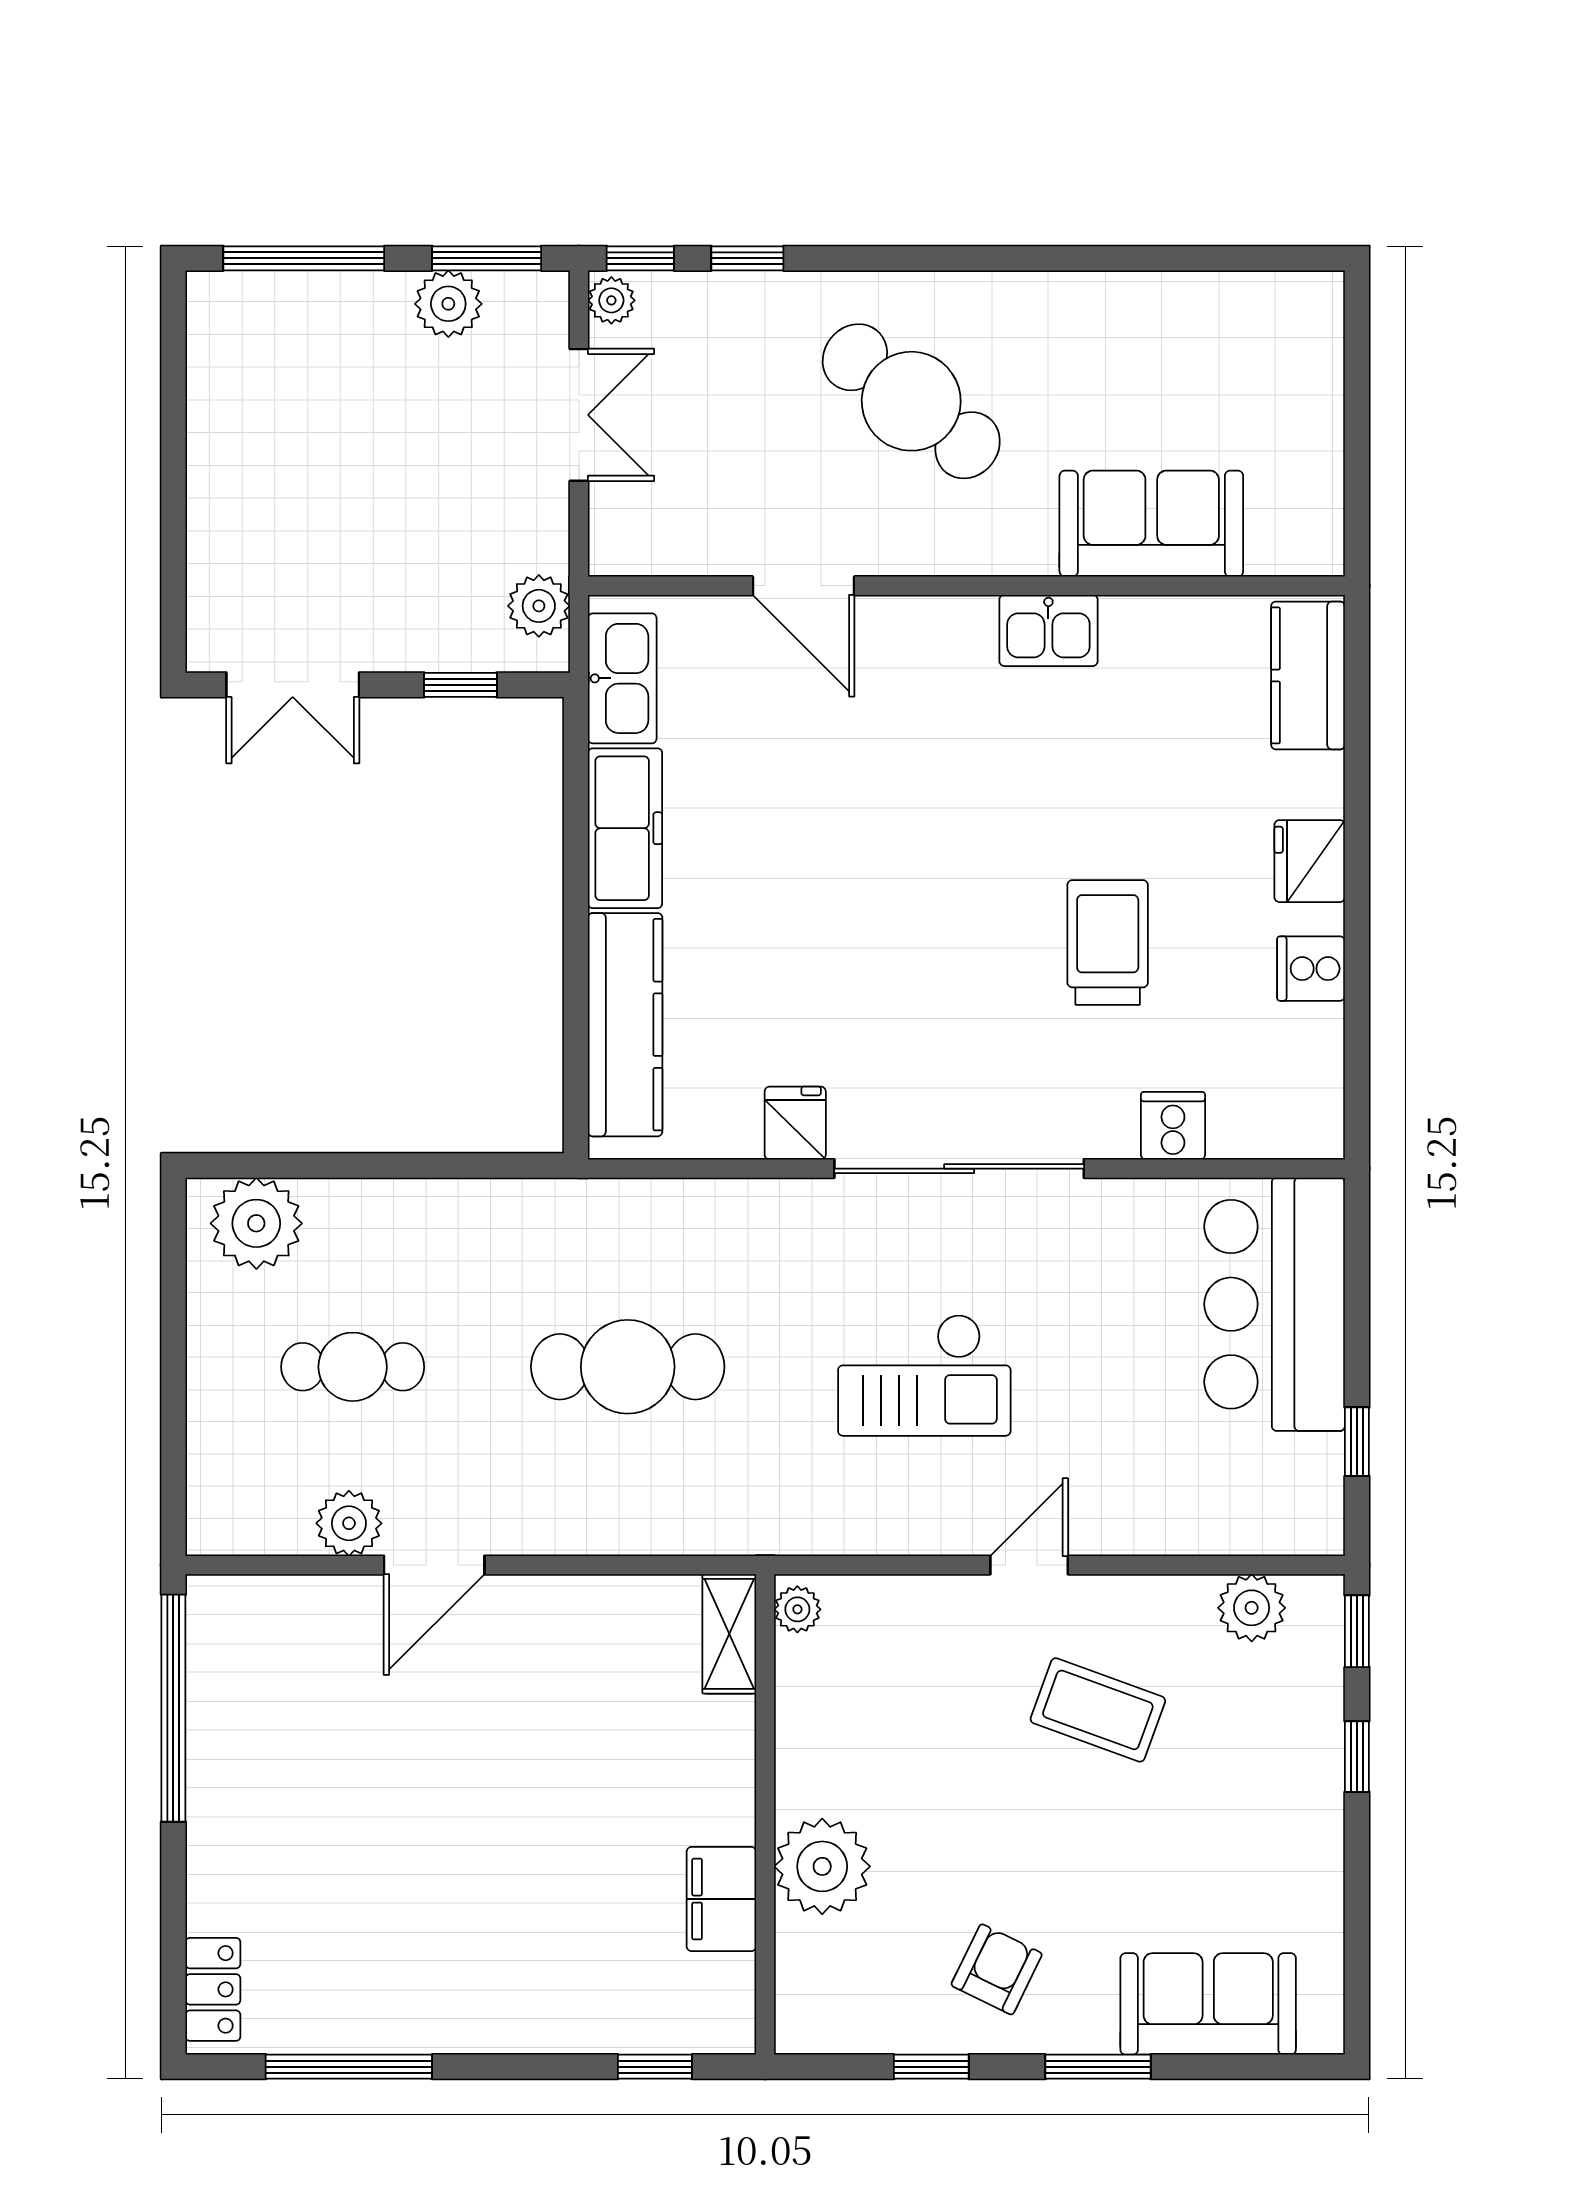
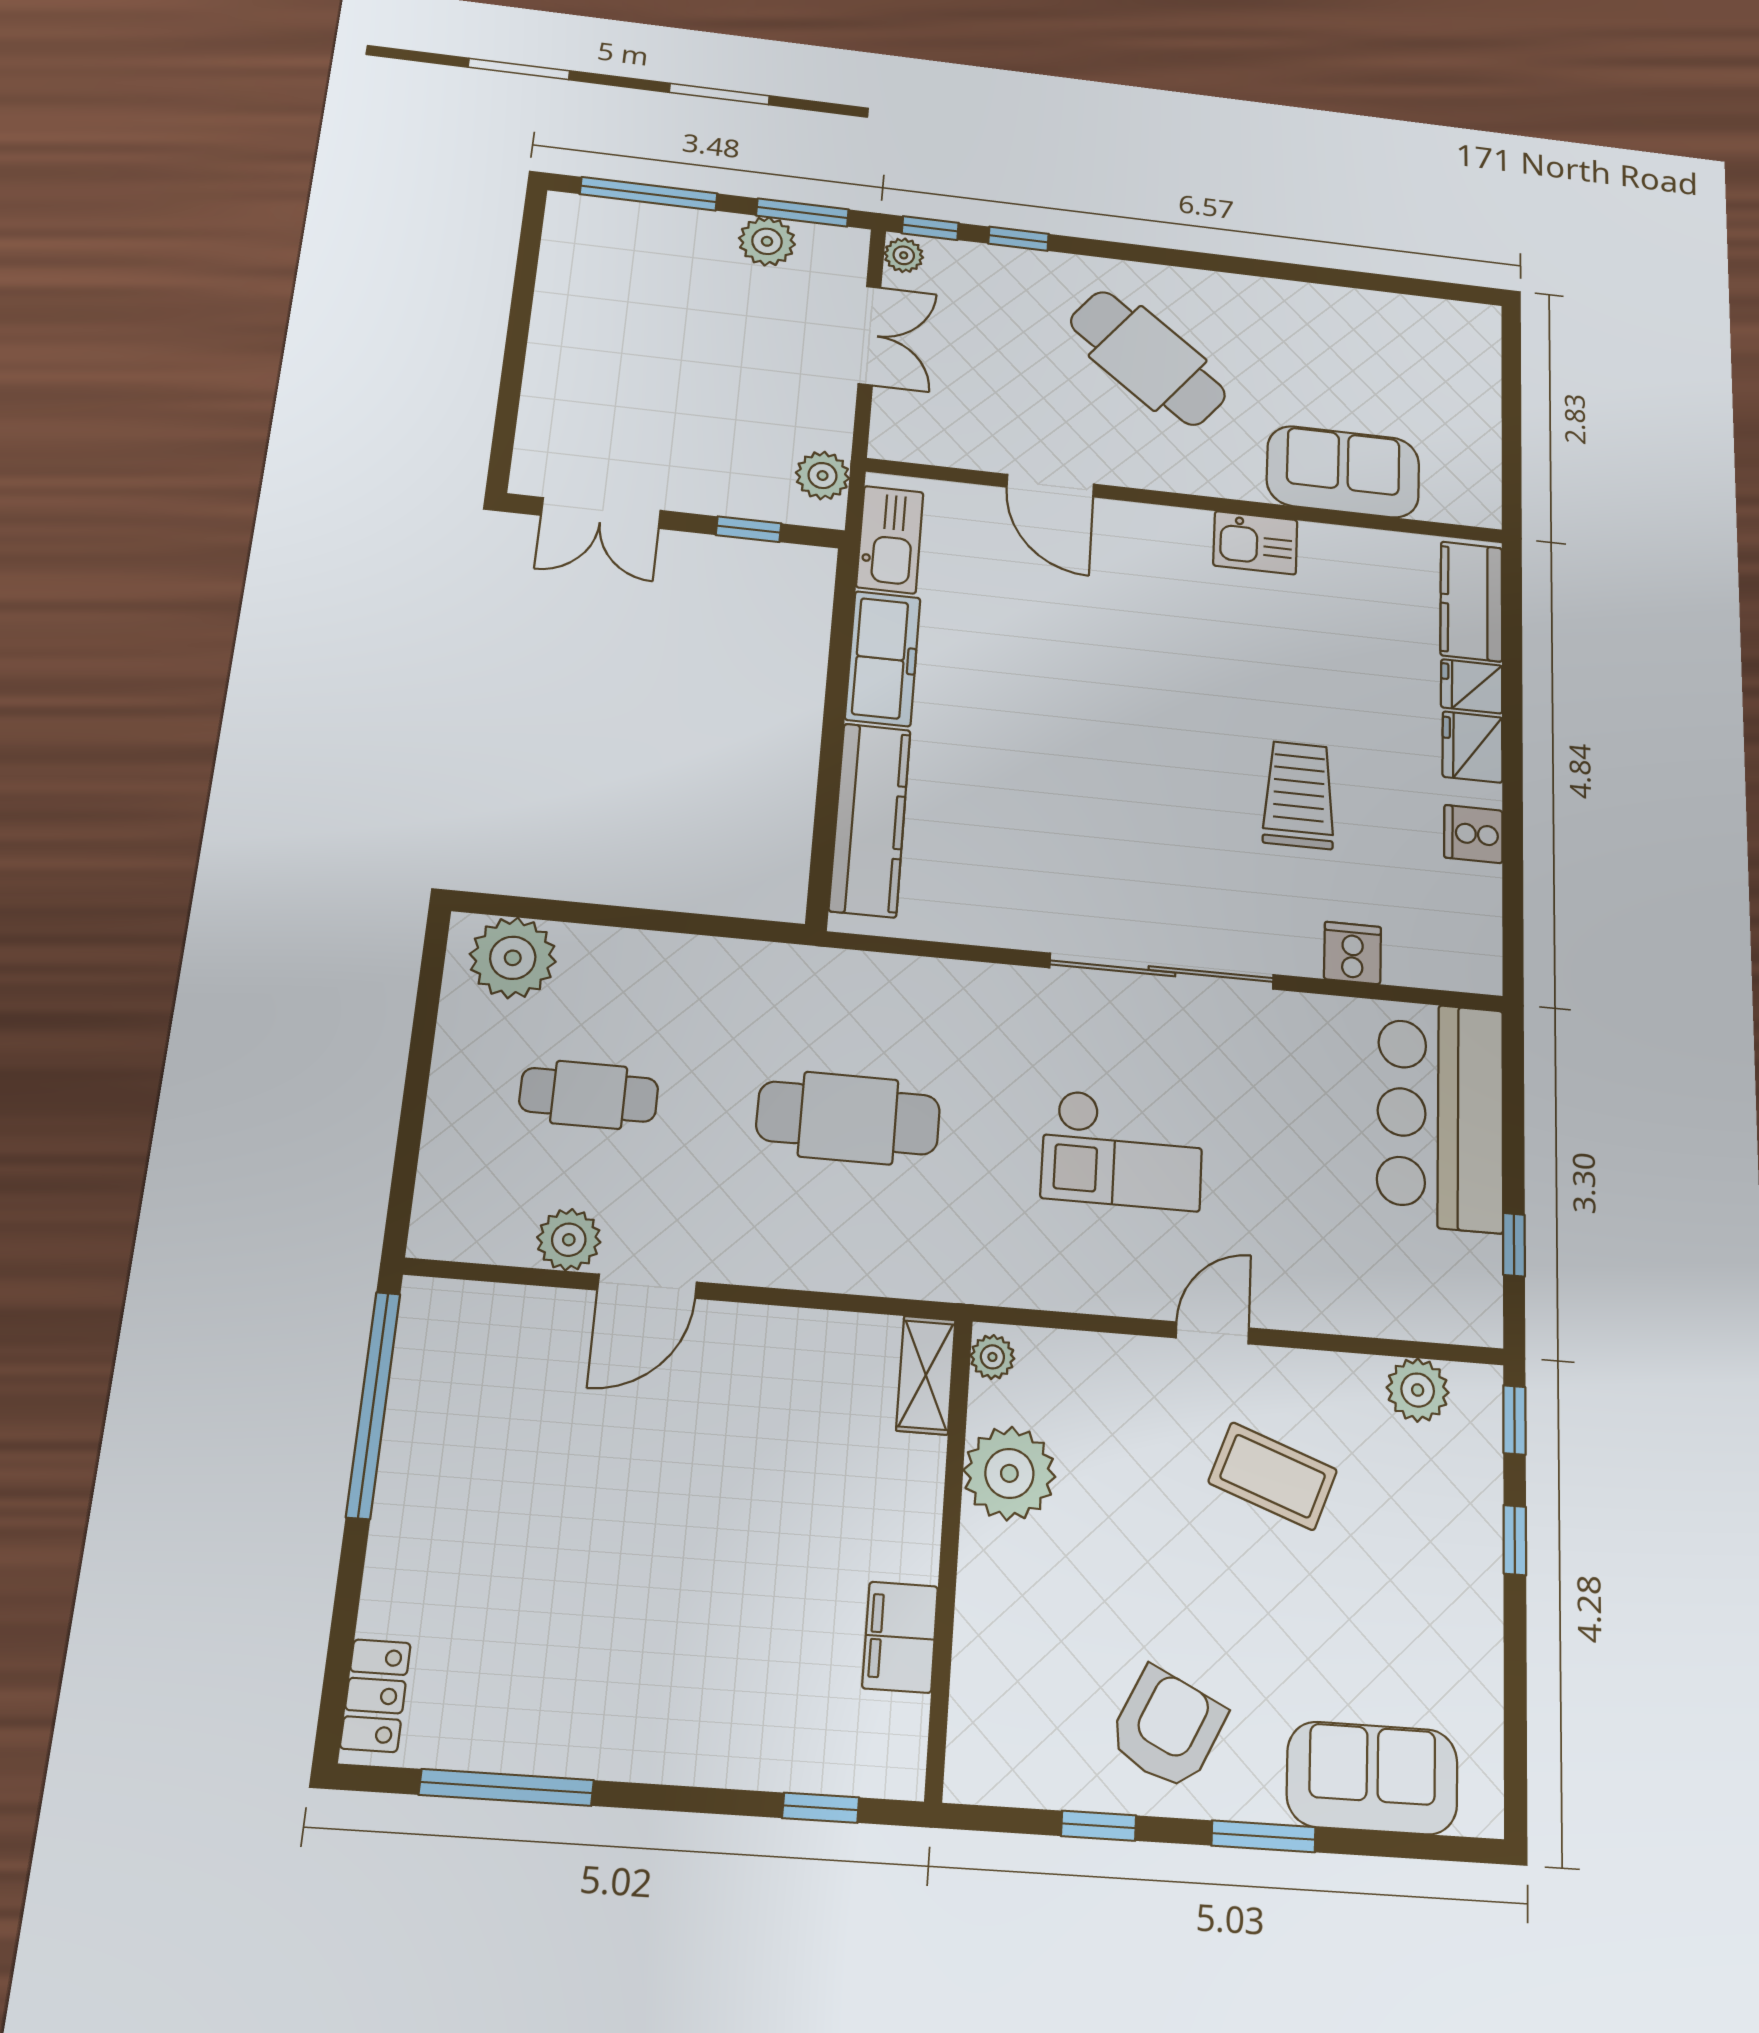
fridge: (795, 1123) -> (1472, 686), moved, turned -90
plant: (822, 1866) -> (1009, 1473), moved
armchair: (997, 1969) -> (1167, 1728), width x1.38, depth x1.38

